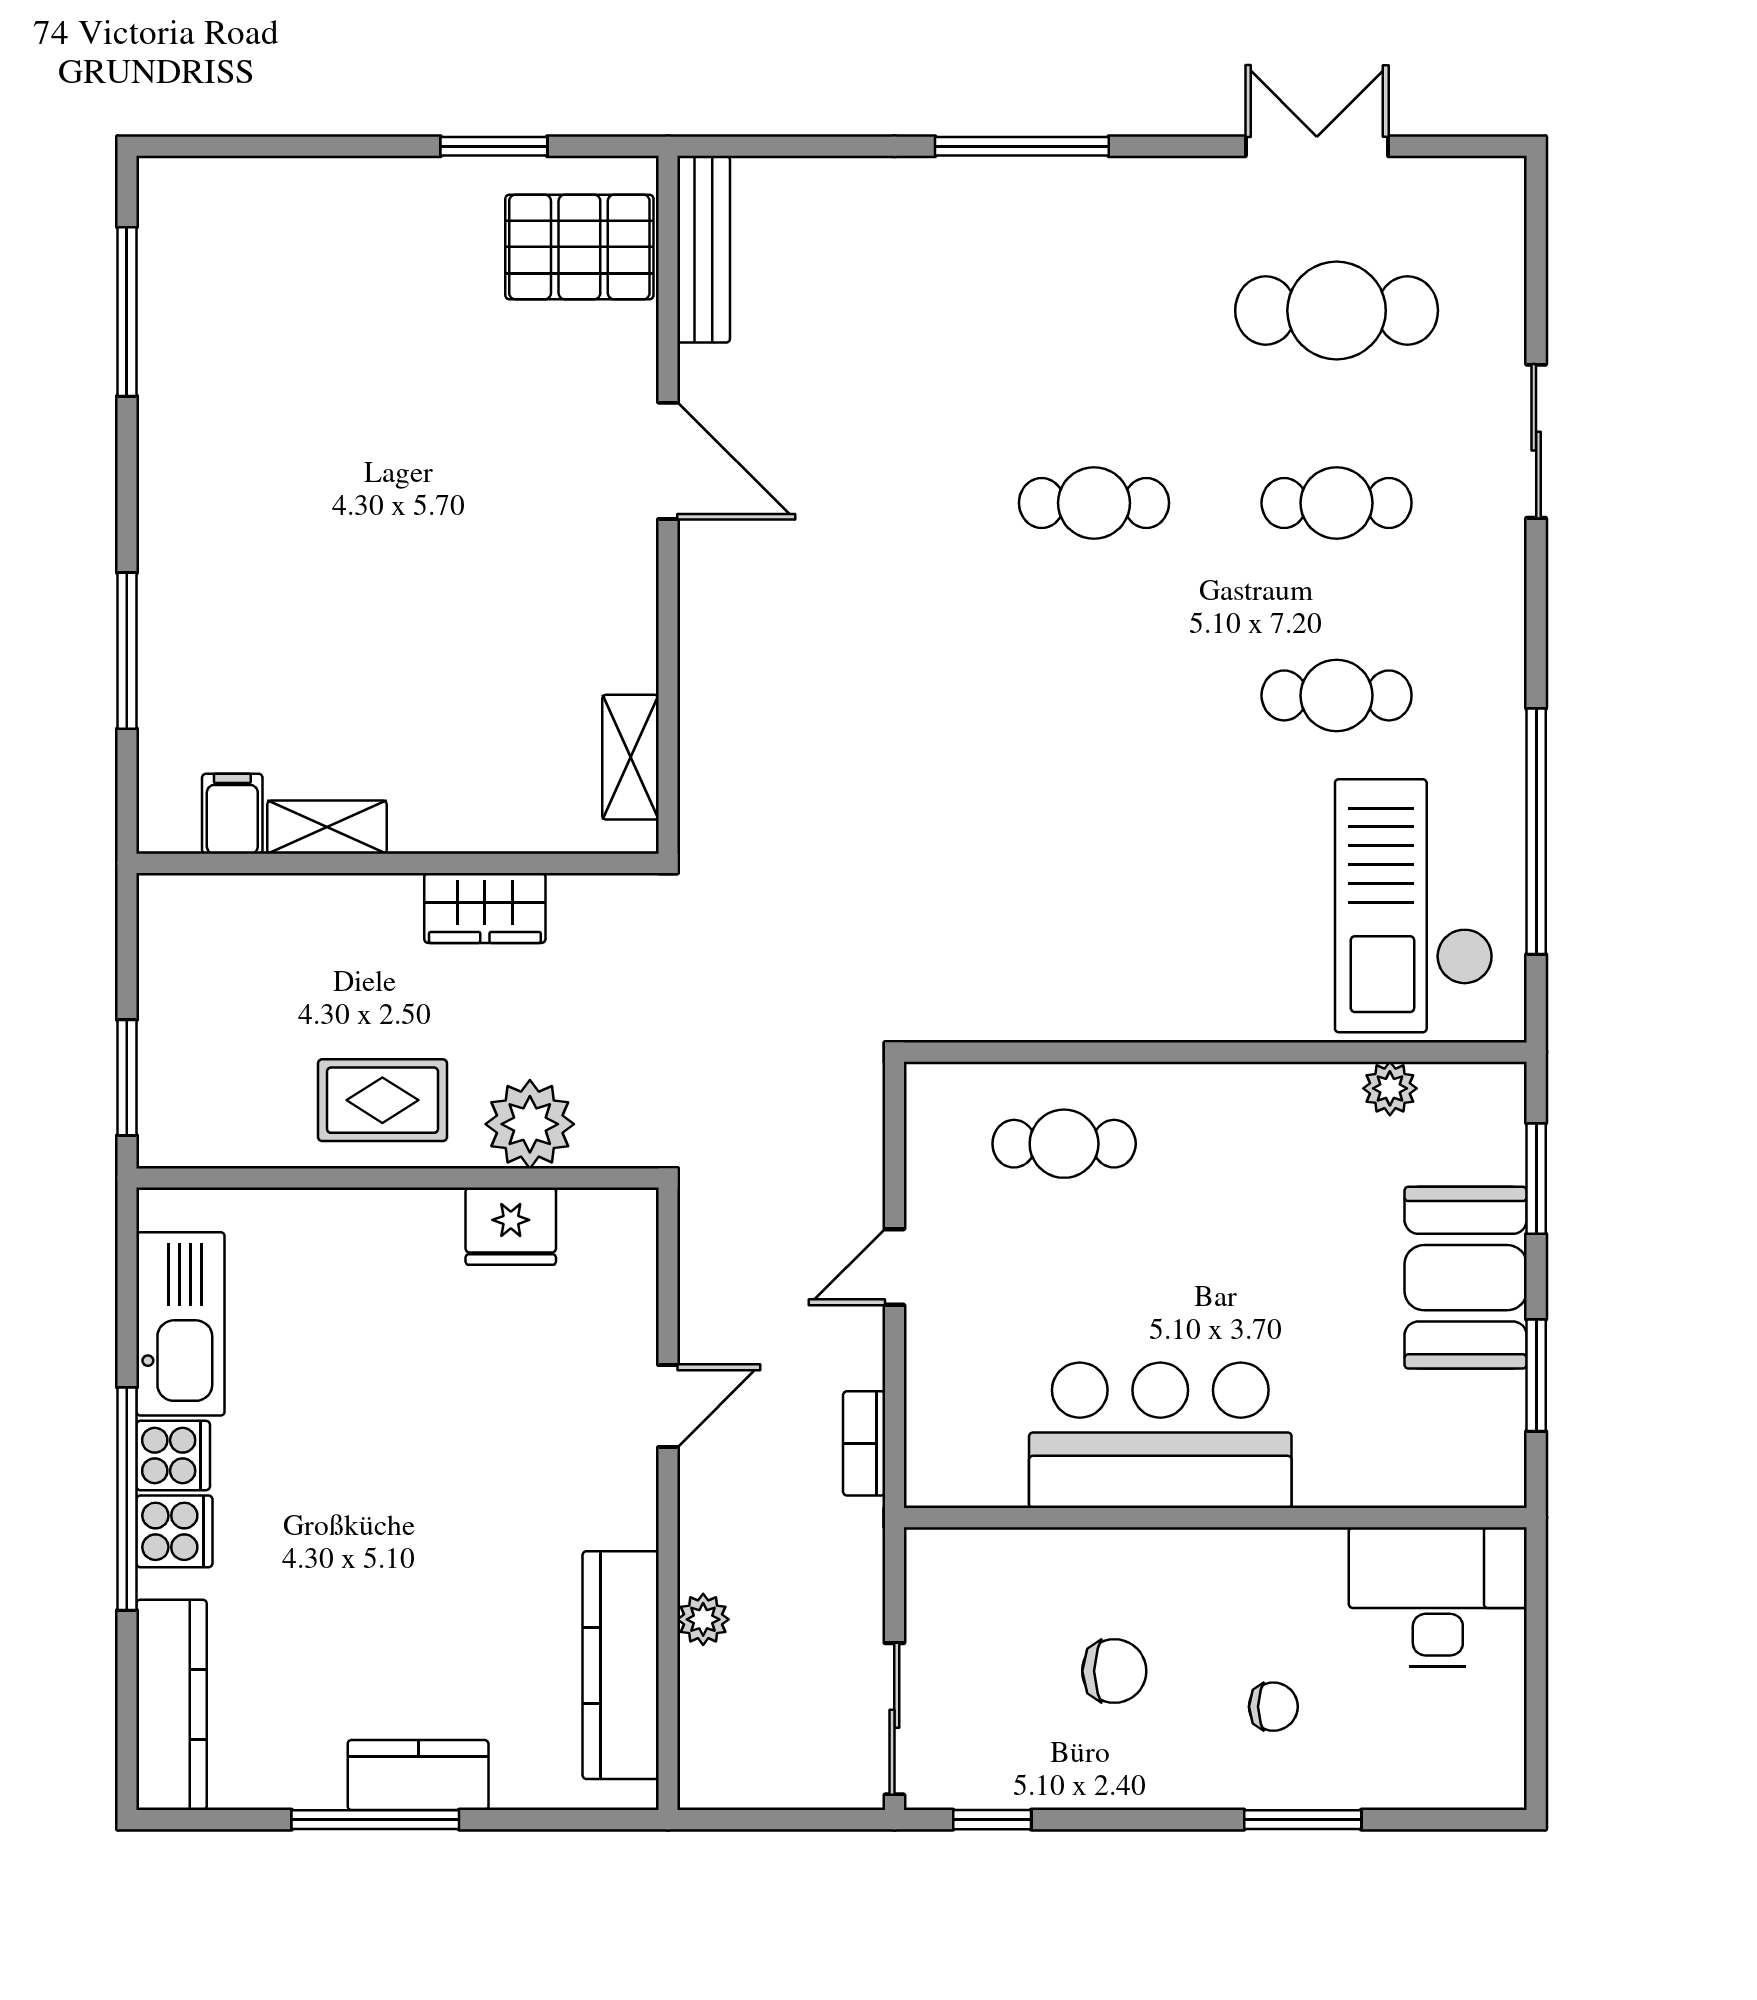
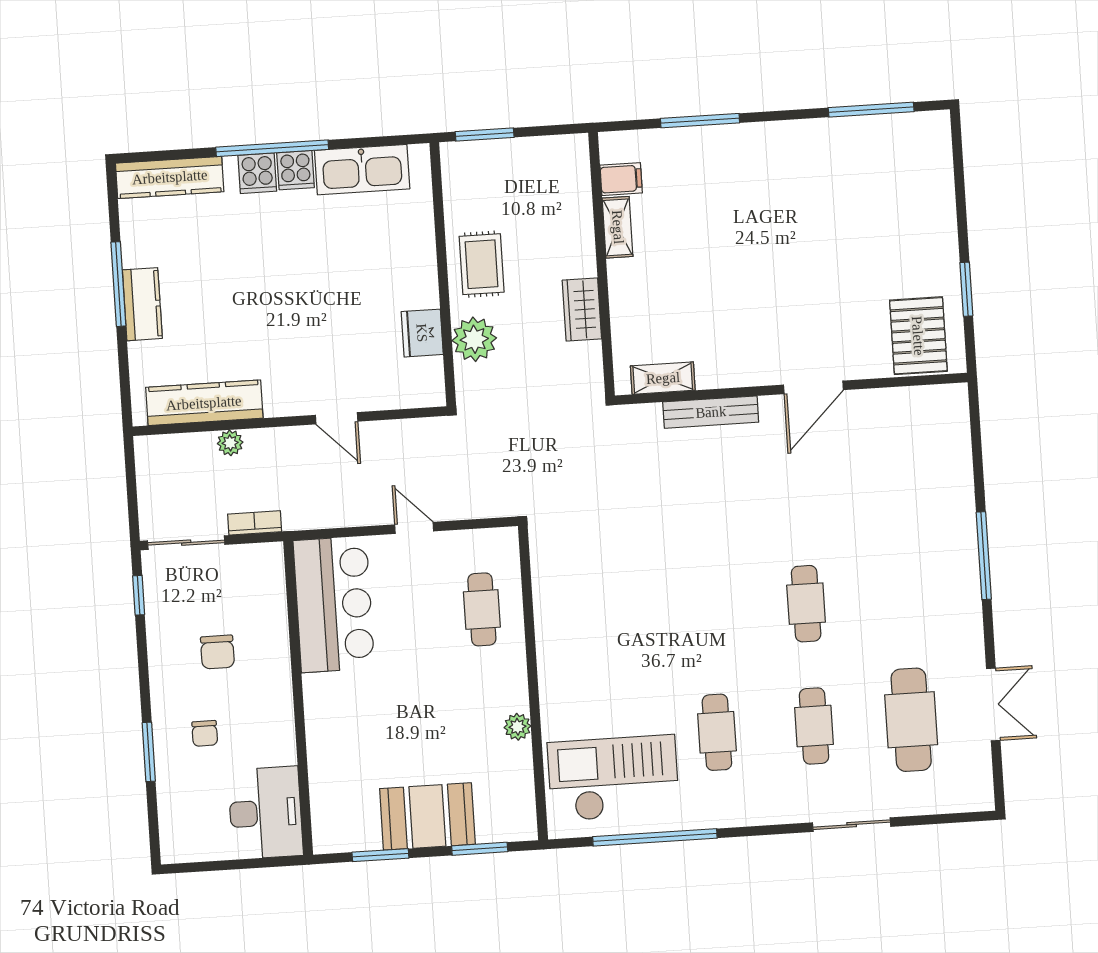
bench: (704, 249) -> (711, 412), moved
plant: (1390, 1088) -> (517, 727), moved
bar counter: (1160, 1435) -> (334, 604), moved
bookcase: (864, 1443) -> (255, 523), moved

